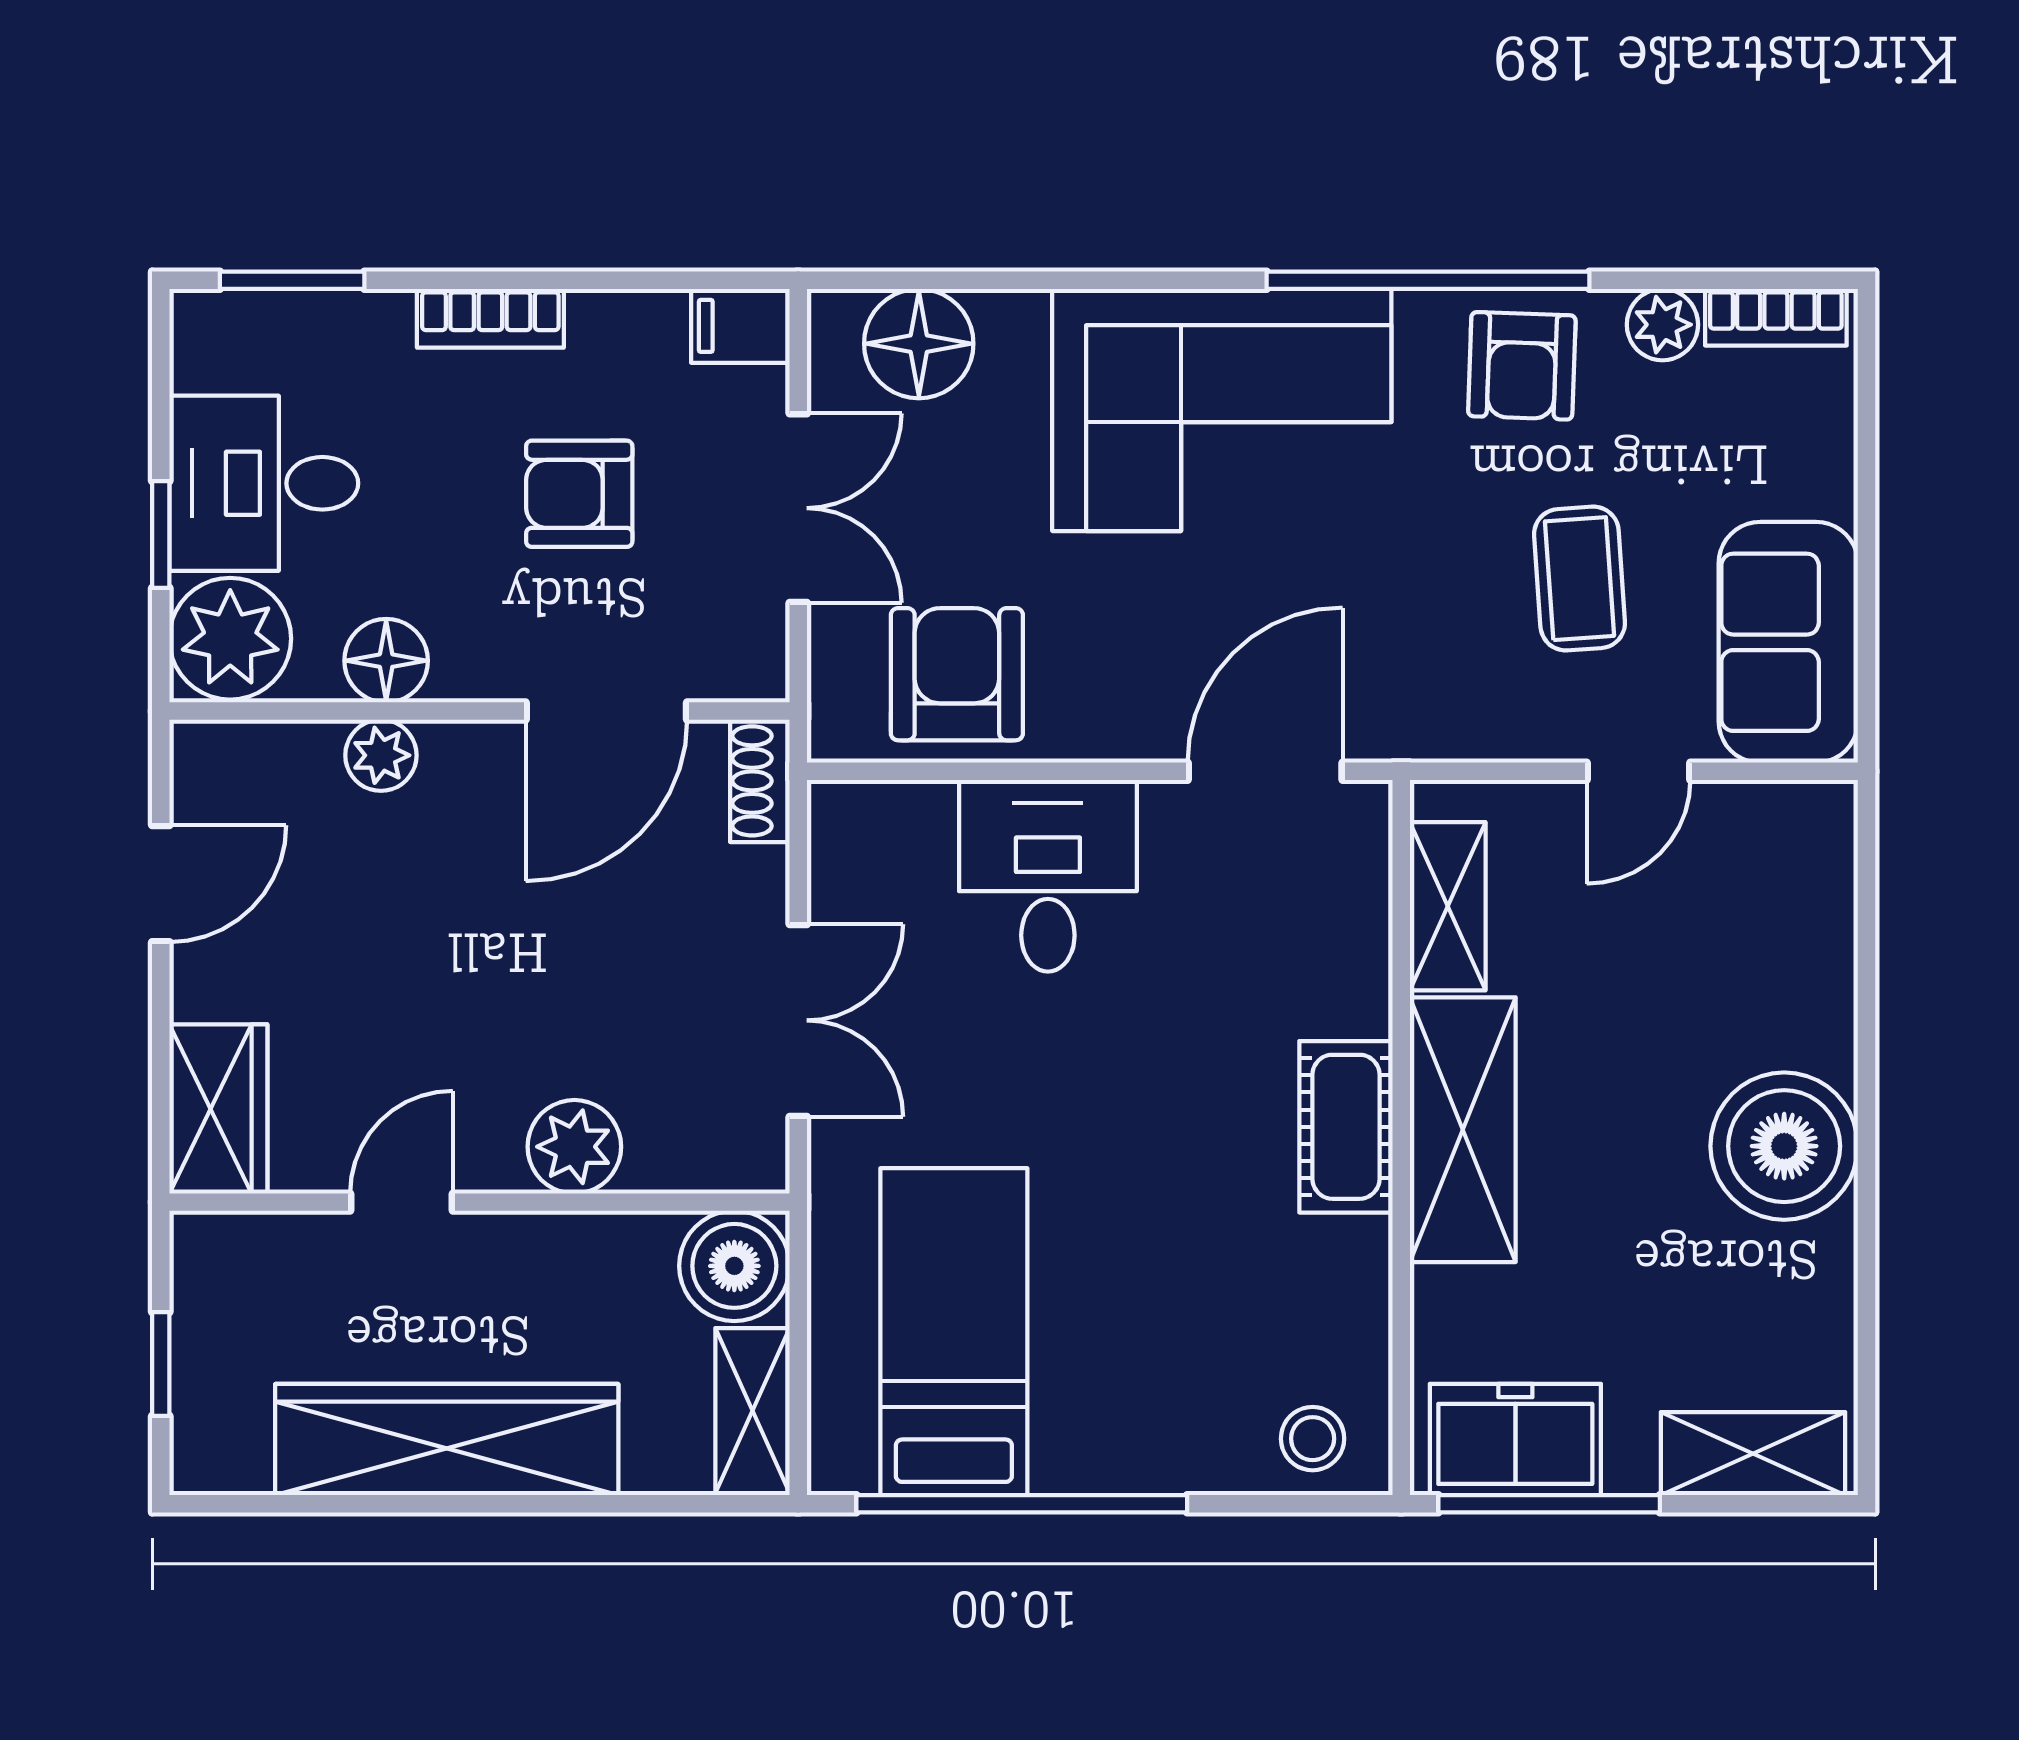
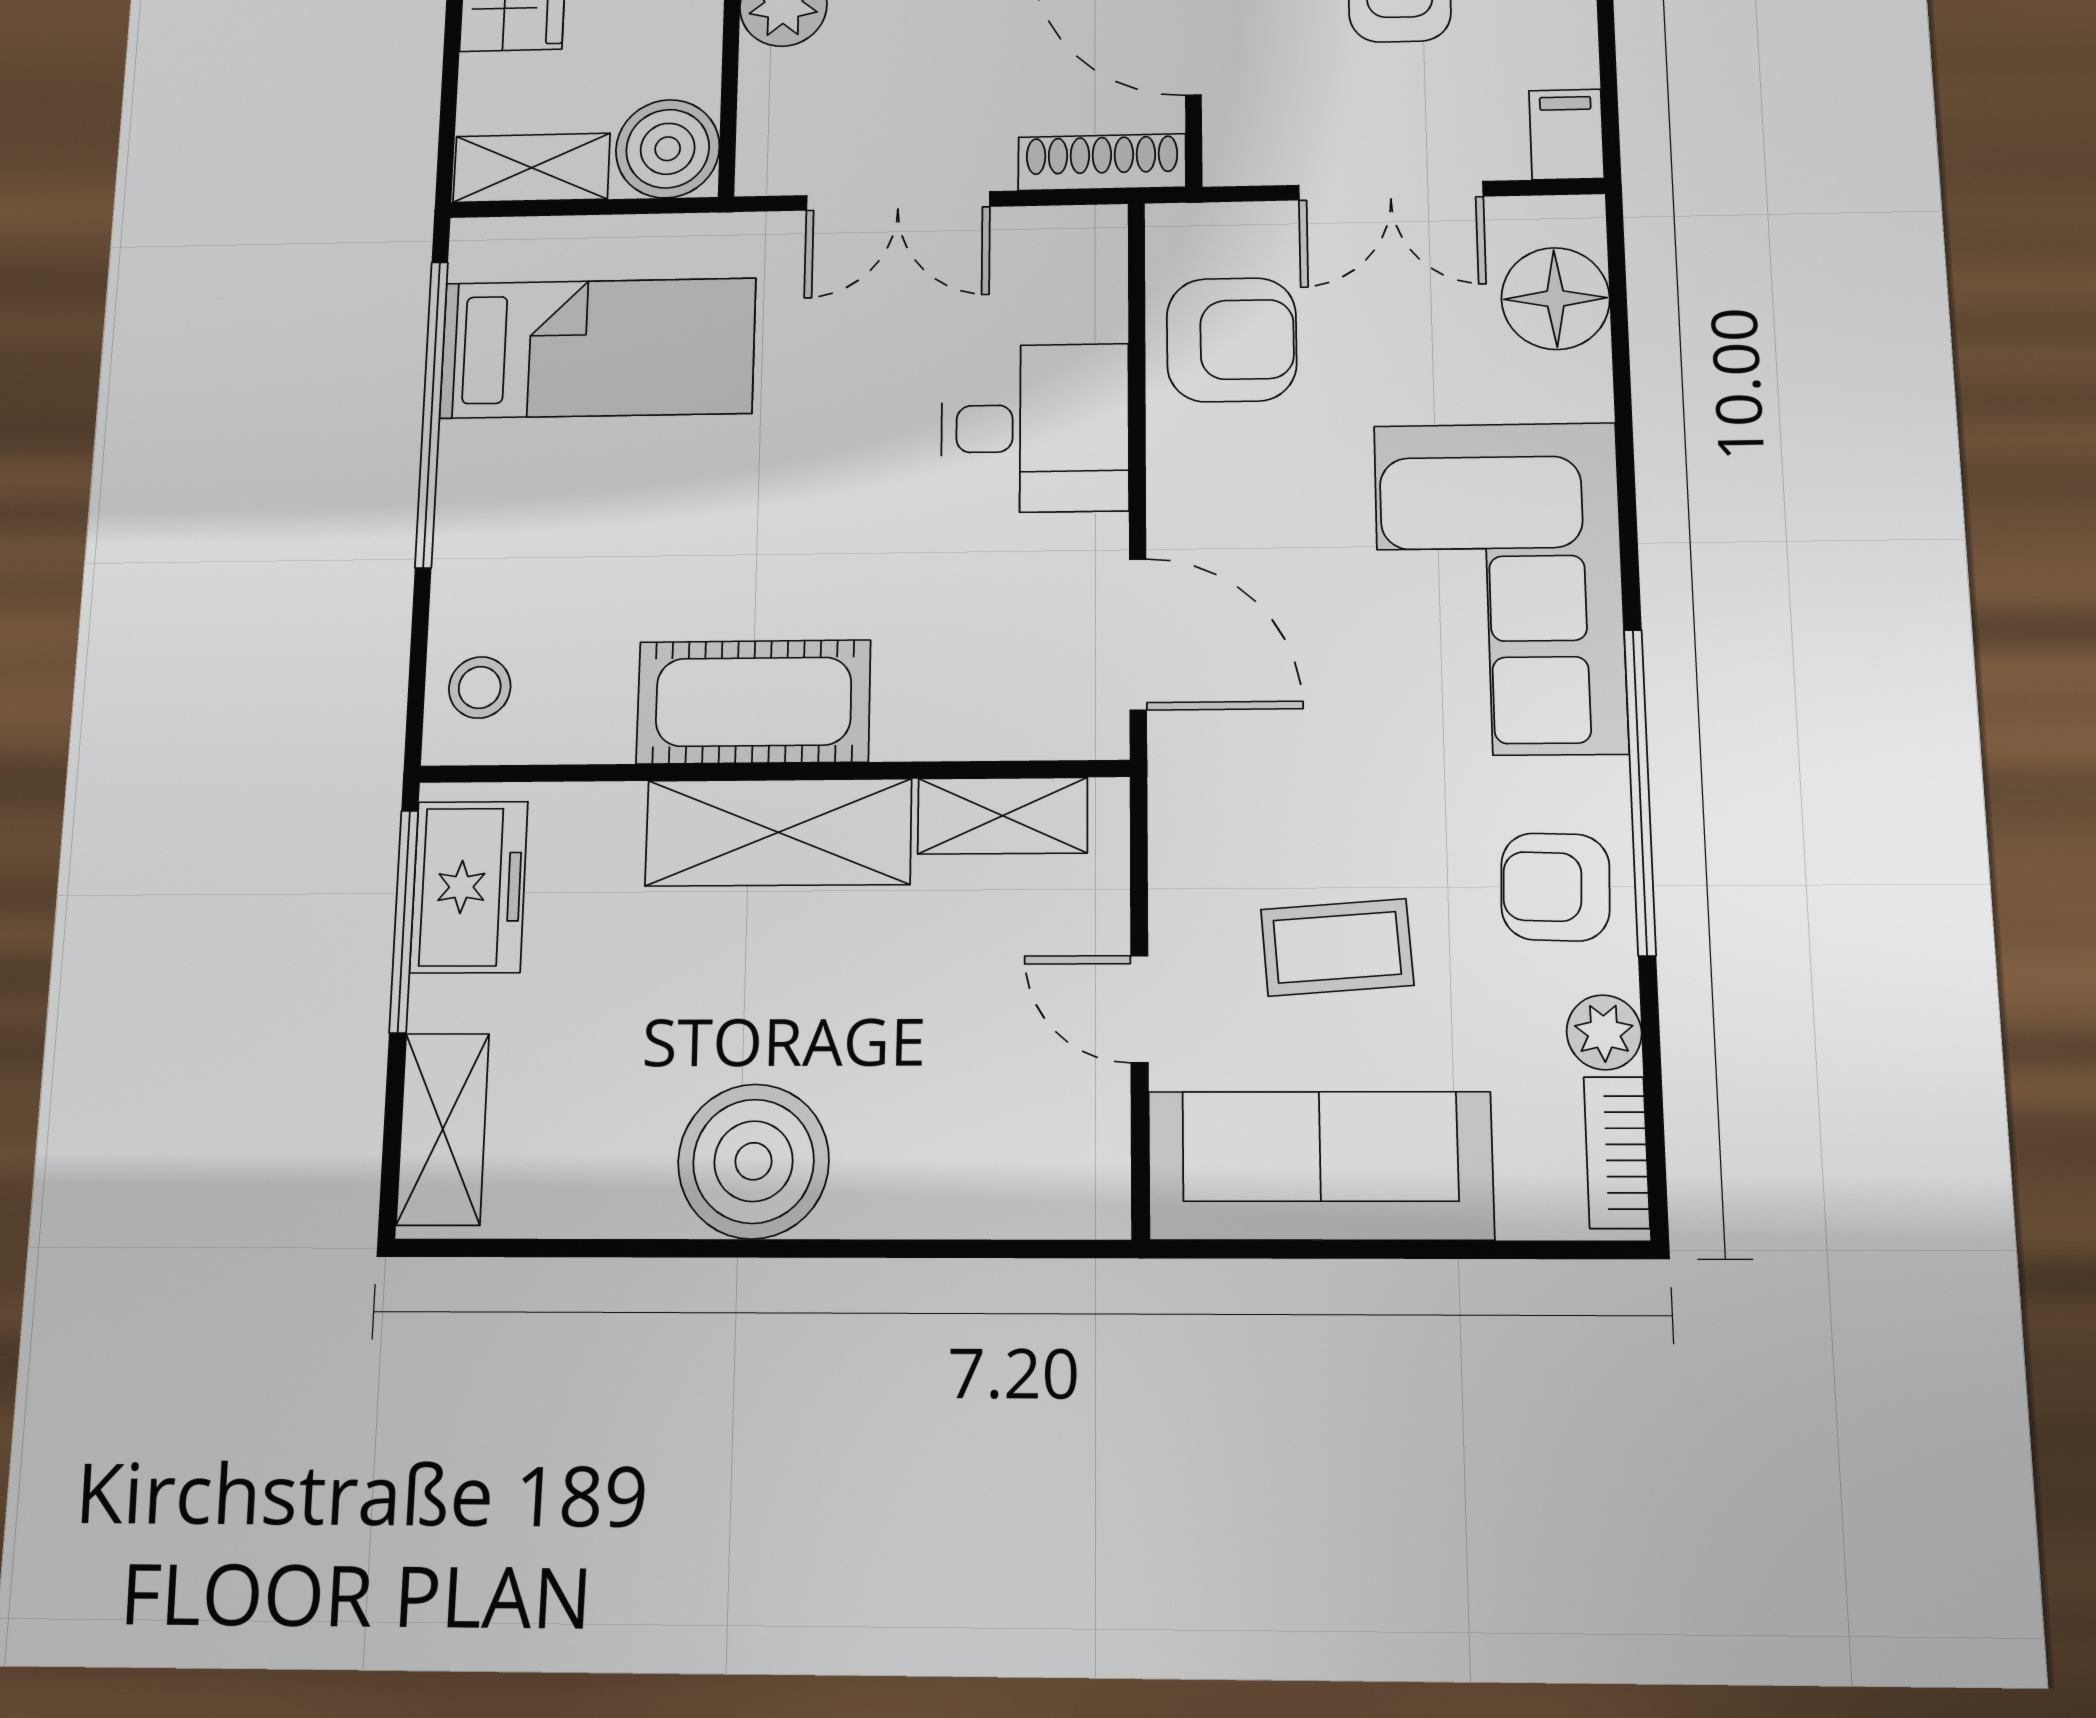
sofa: (1788, 642) -> (1320, 1166), width x1.36
shoe rack: (760, 781) -> (1102, 162), width x1.43
cot: (1346, 1127) -> (753, 702), width x1.37, depth x1.34

